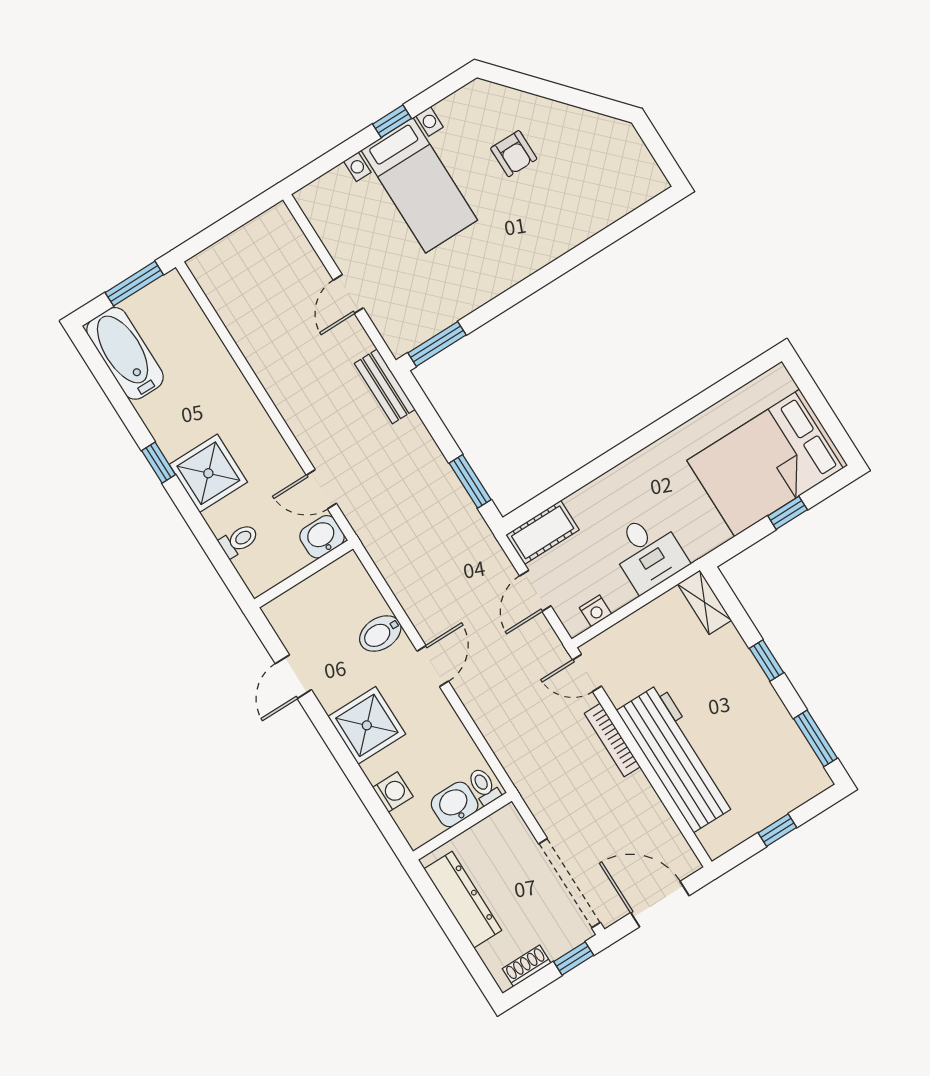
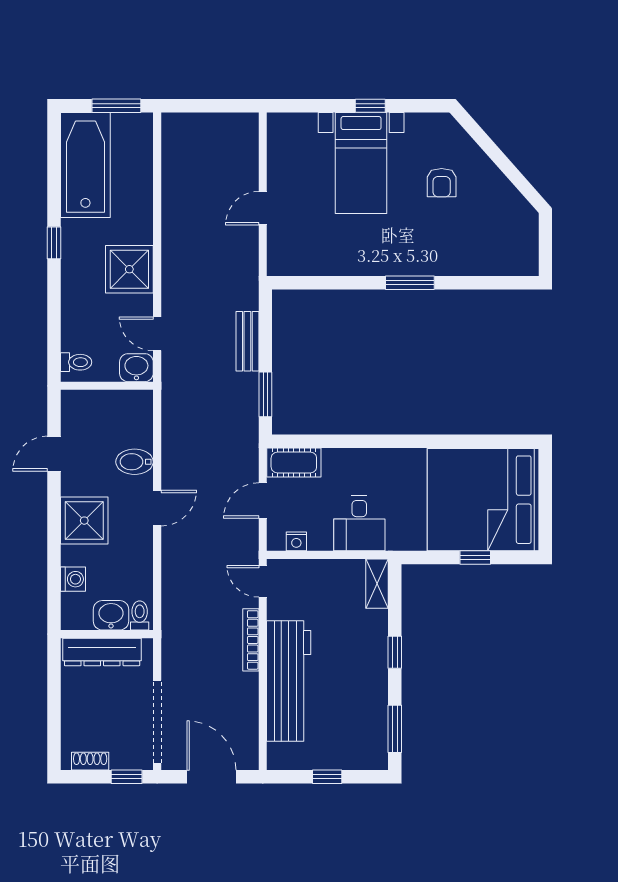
window: (437, 344) -> (410, 283), moved
bathtub: (125, 353) -> (85, 165), width x1.36, depth x1.36
bench: (385, 386) -> (247, 341), moved
bed: (767, 463) -> (483, 500), width x1.36
shower: (208, 473) -> (129, 269), moved
toilet: (239, 540) -> (76, 362), moved
dresser: (463, 900) -> (102, 652), moved, turned 90

